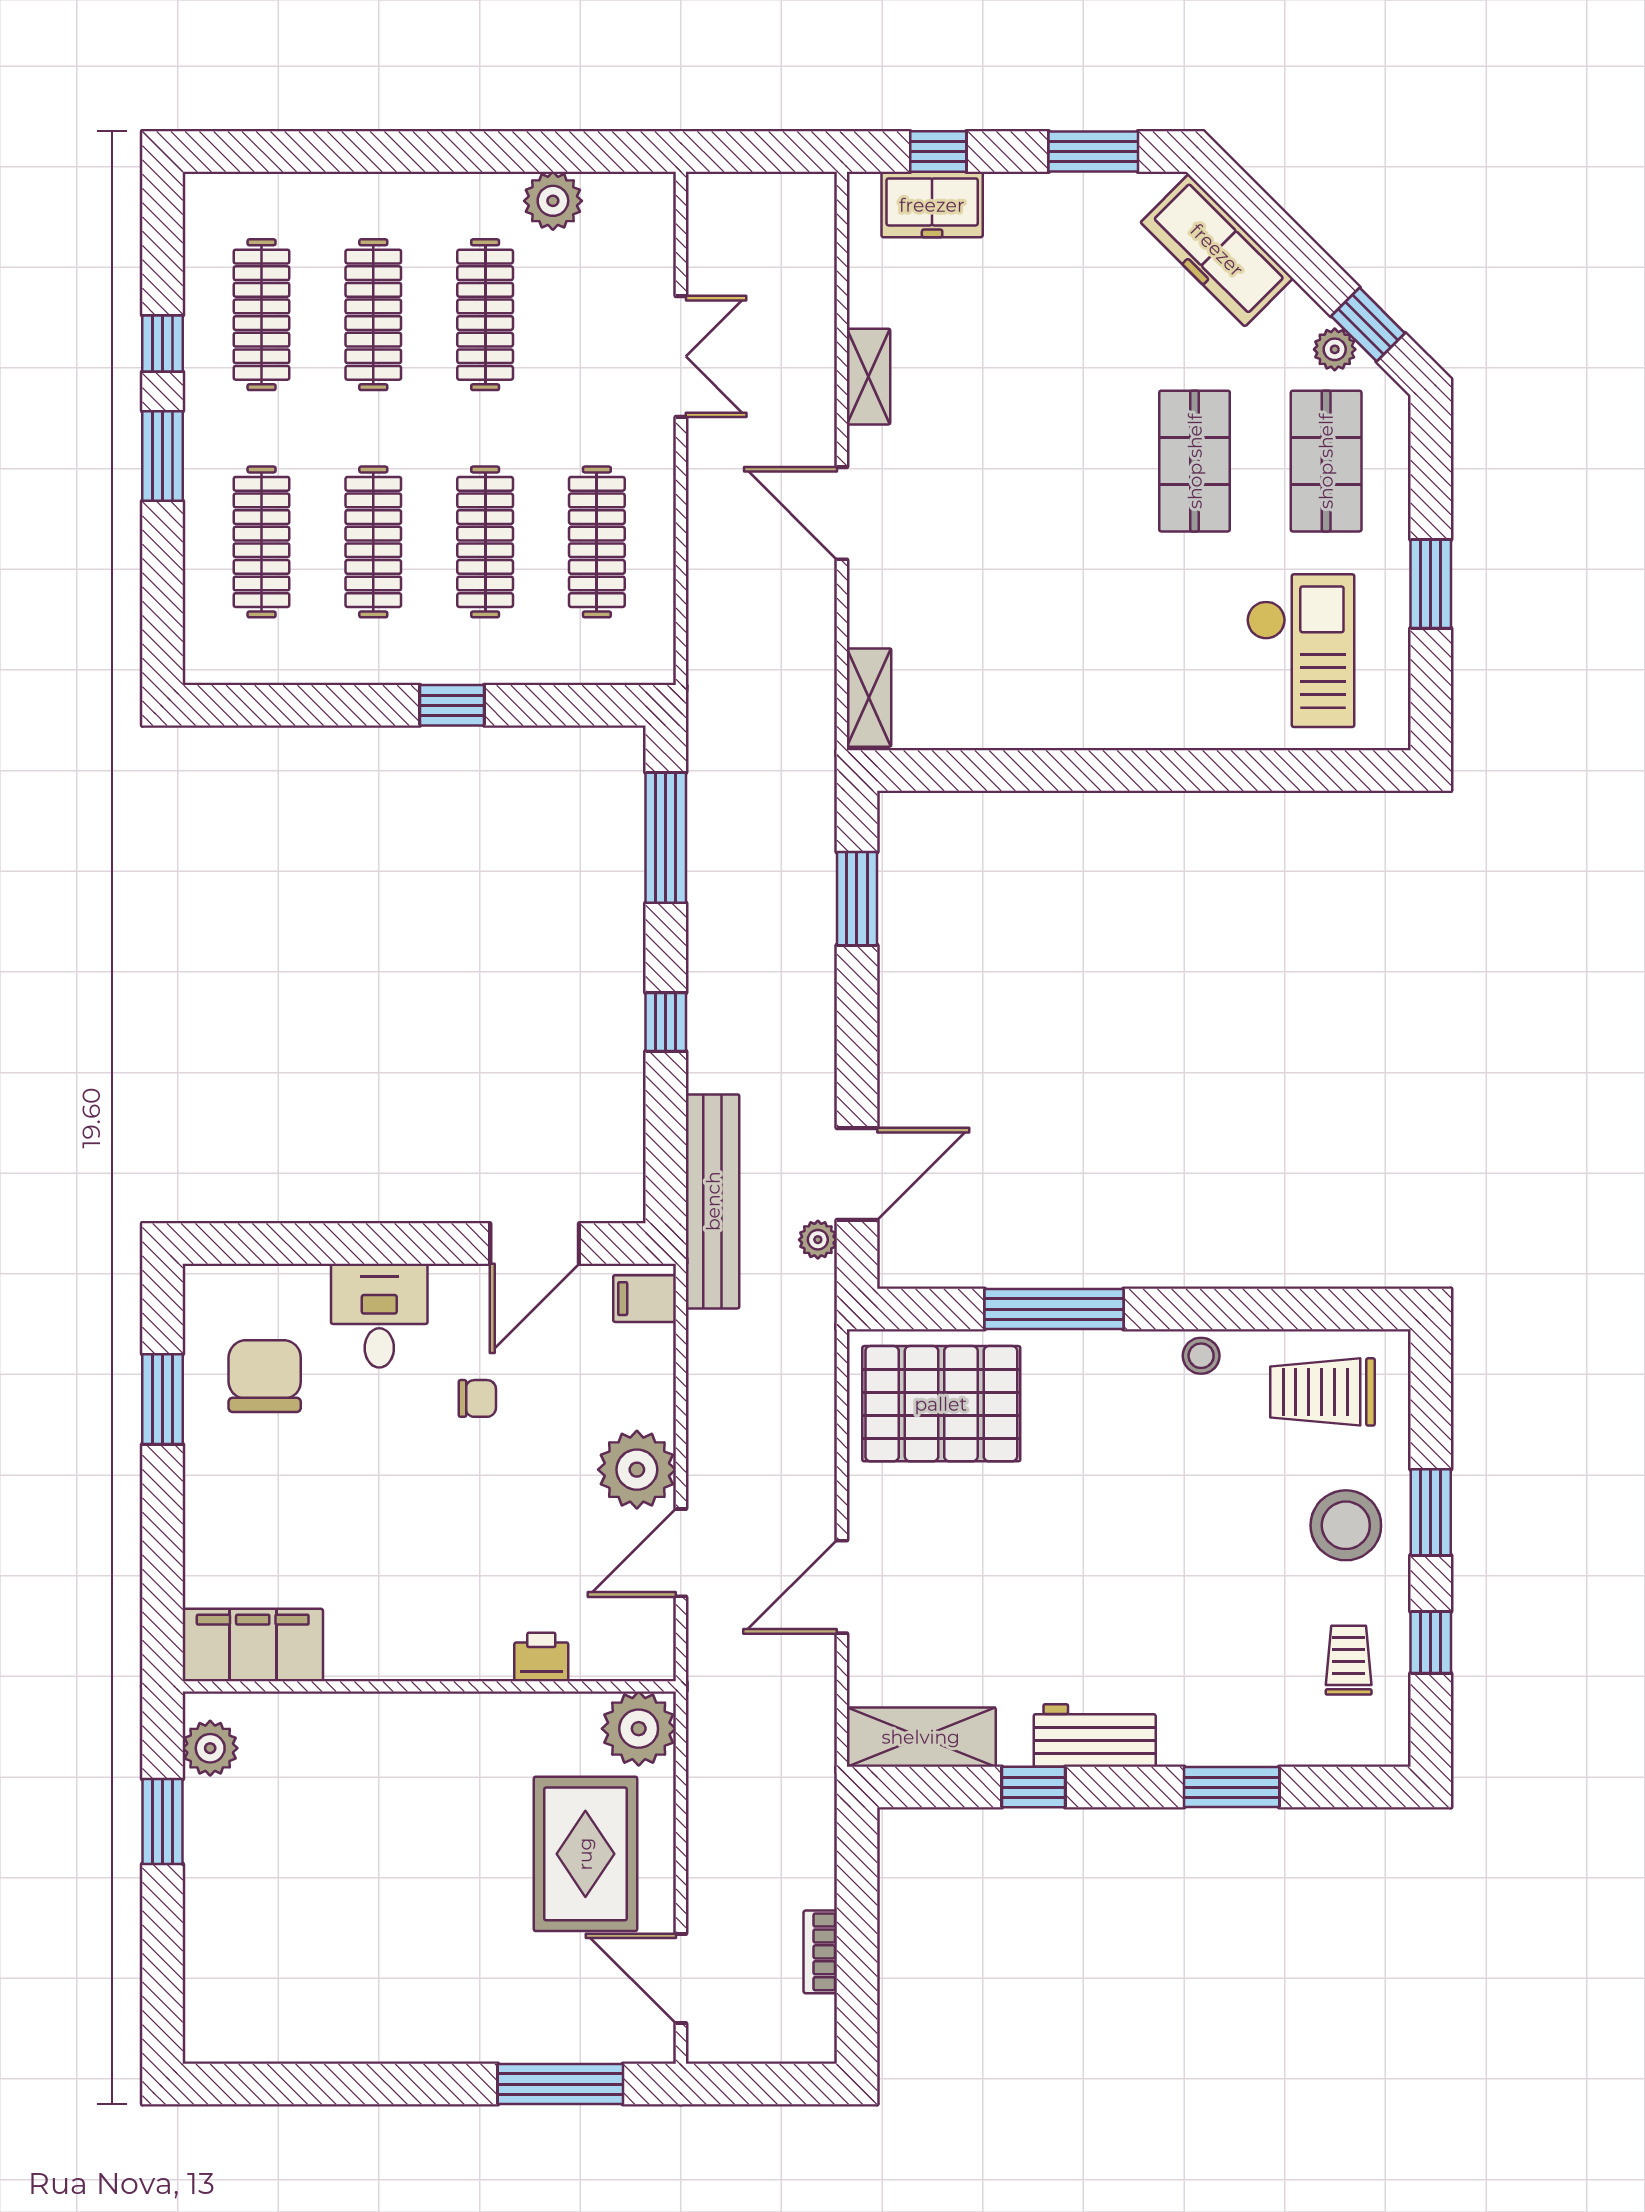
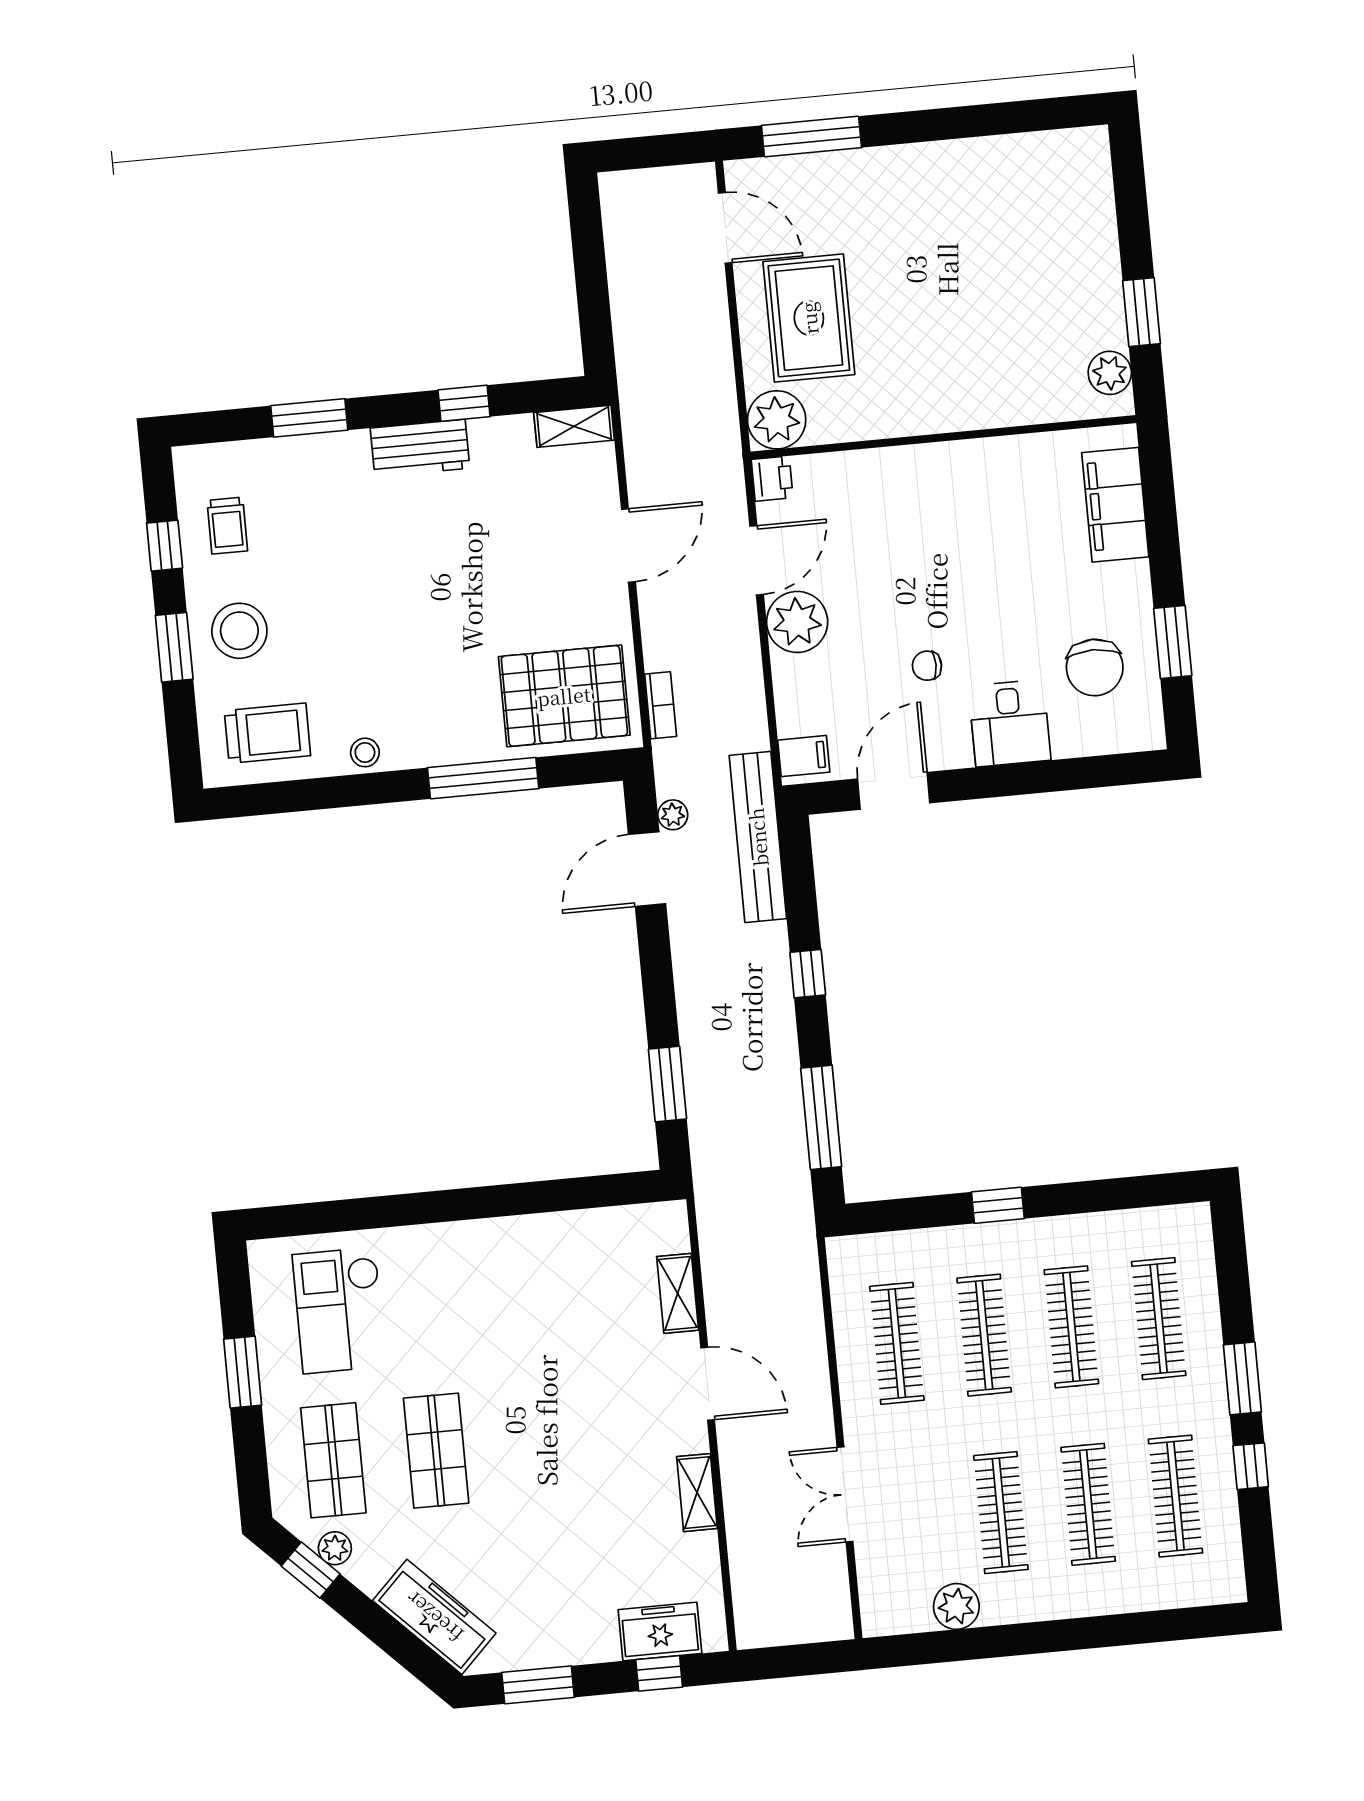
shelving: (869, 698) -> (678, 1293), moved
filing cabinet: (253, 1645) -> (1115, 505), moved, turned 90
printer: (541, 1657) -> (772, 479), moved, turned -90
shelving: (921, 1737) -> (574, 426), width x0.67, depth x0.75
bookcase: (820, 1952) -> (661, 705), moved

